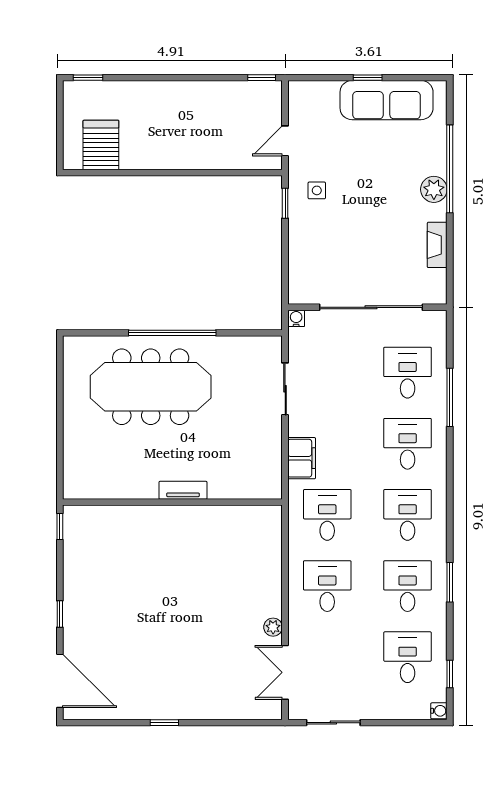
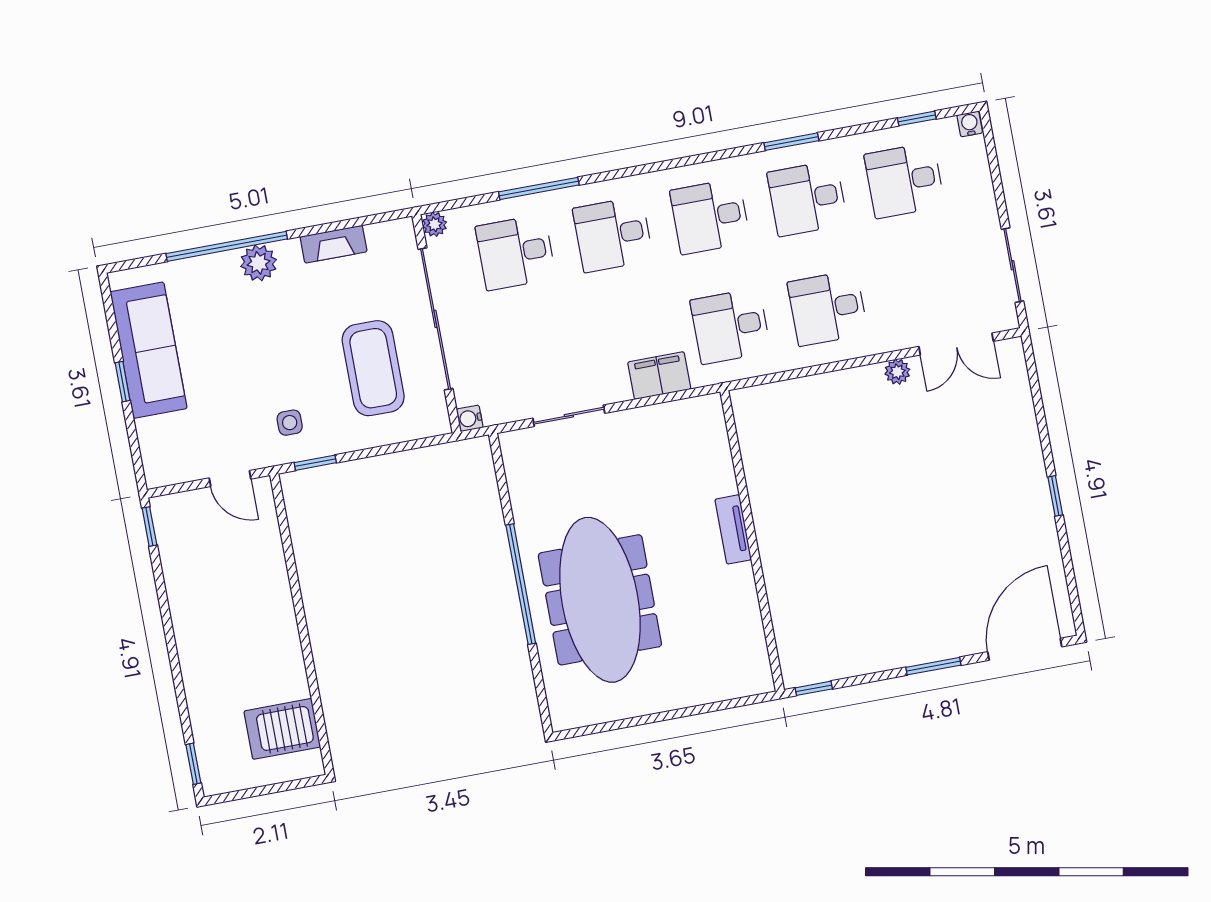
coffee table: (344, 257) -> (373, 368), added
plant: (438, 319) -> (434, 224), added
window: (60, 614) -> (933, 666), width x1.50

